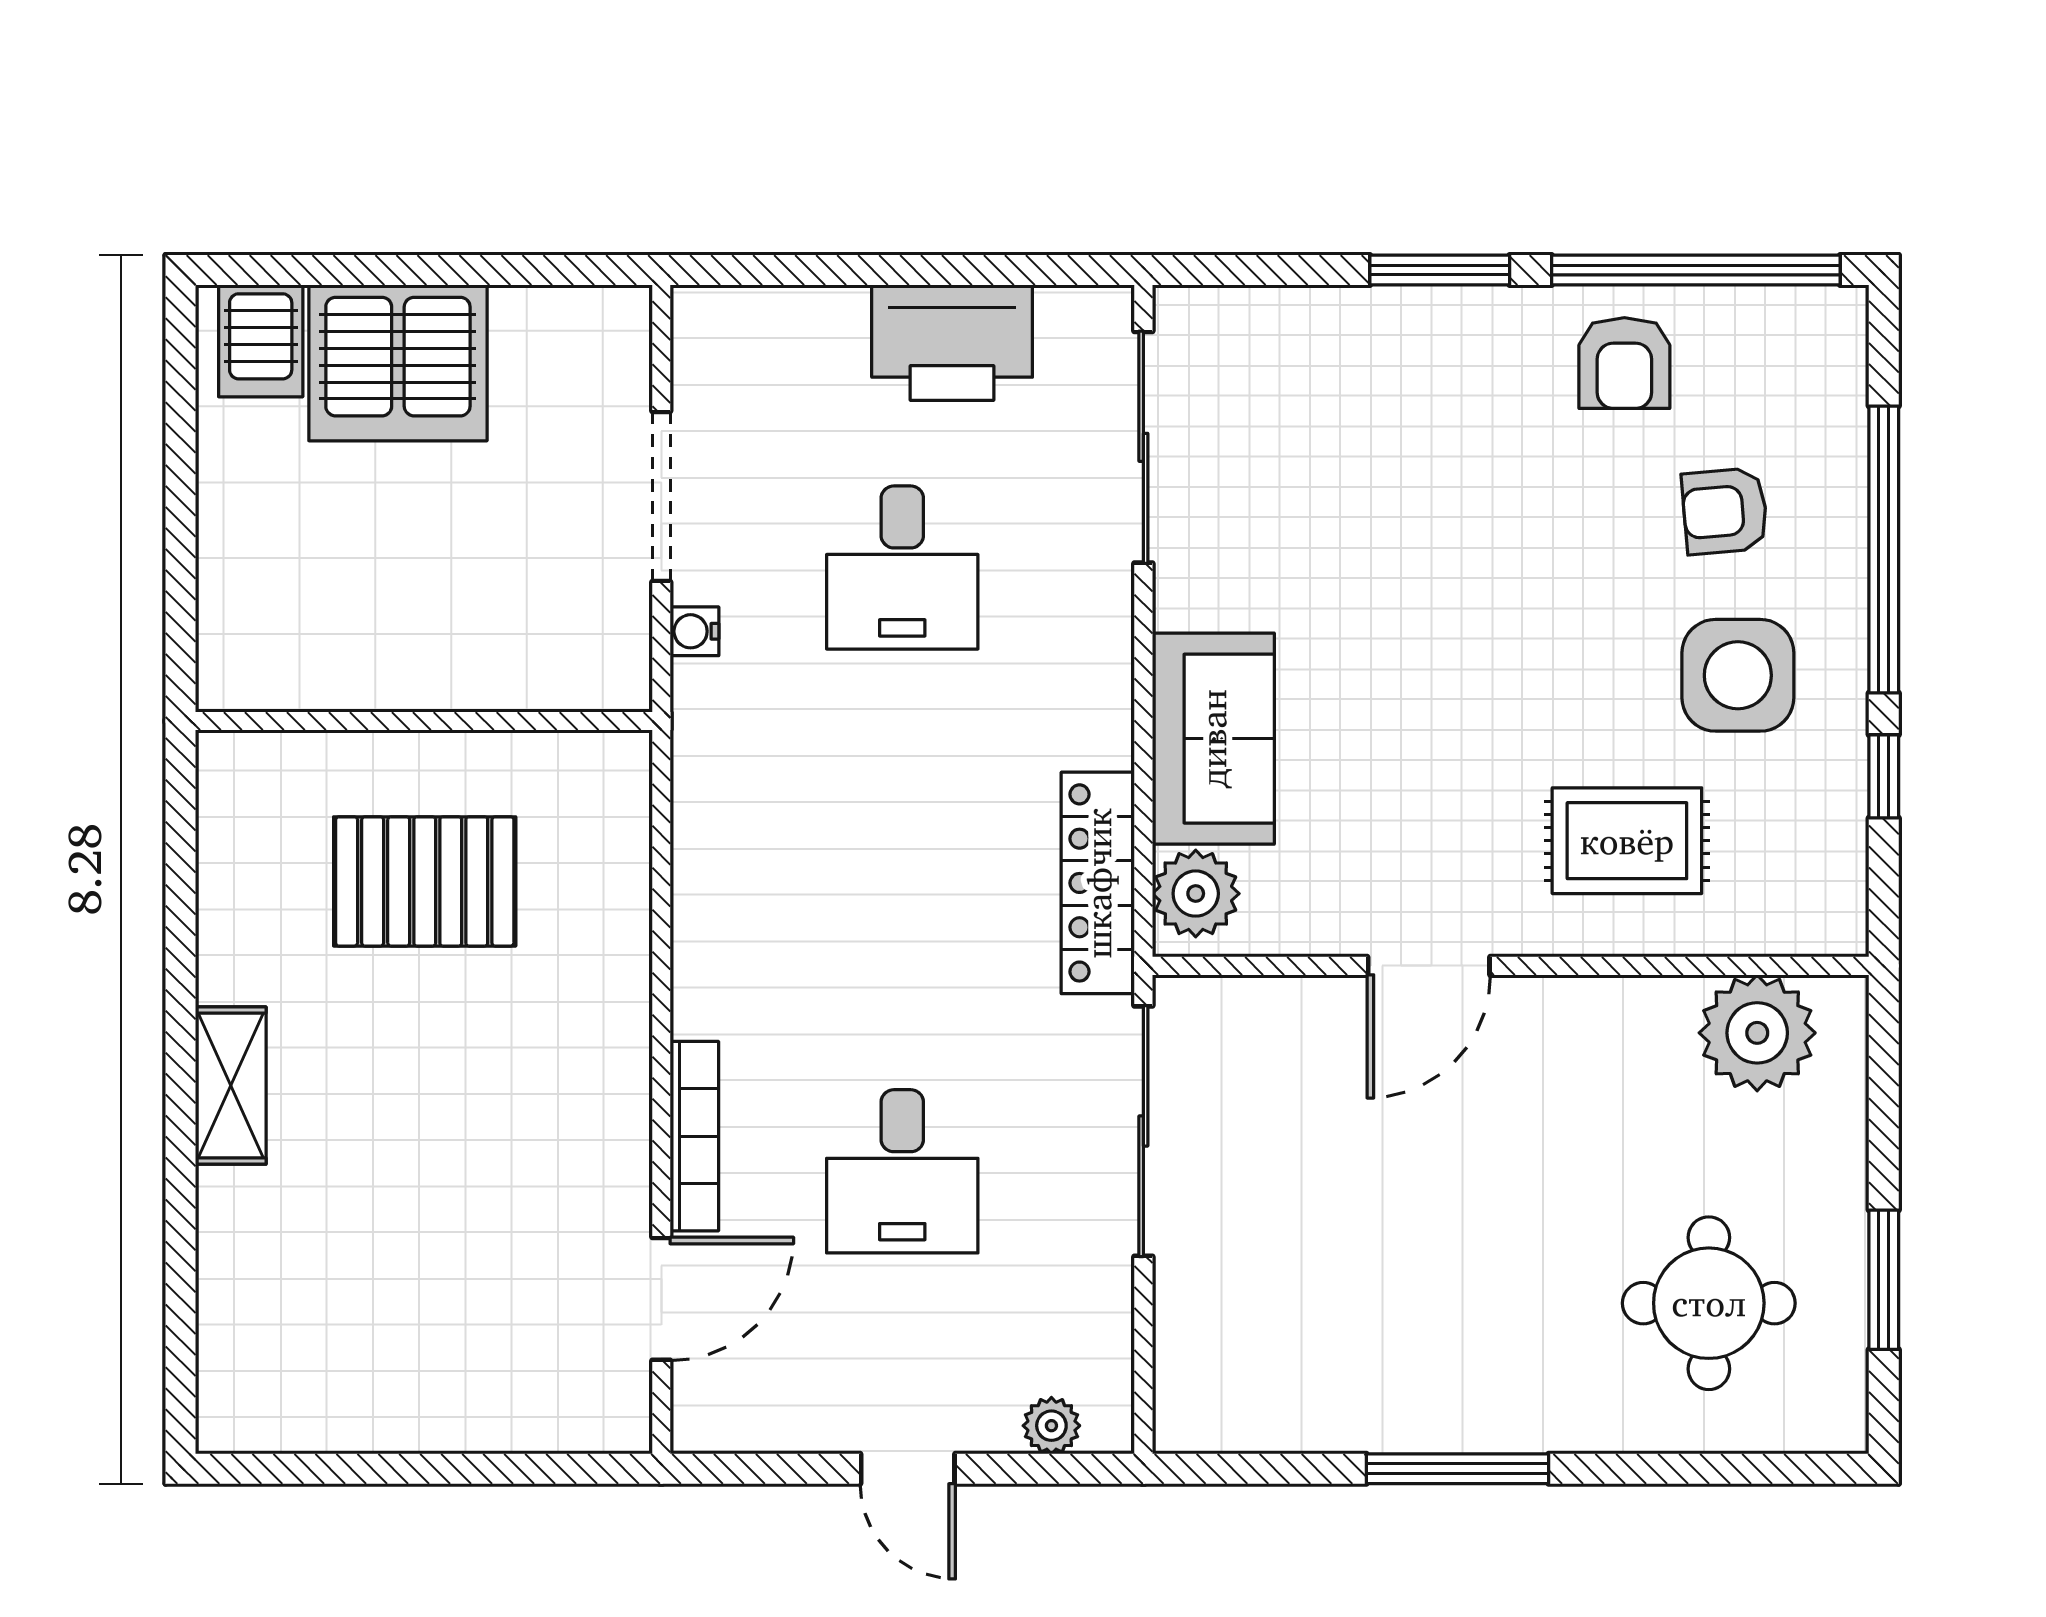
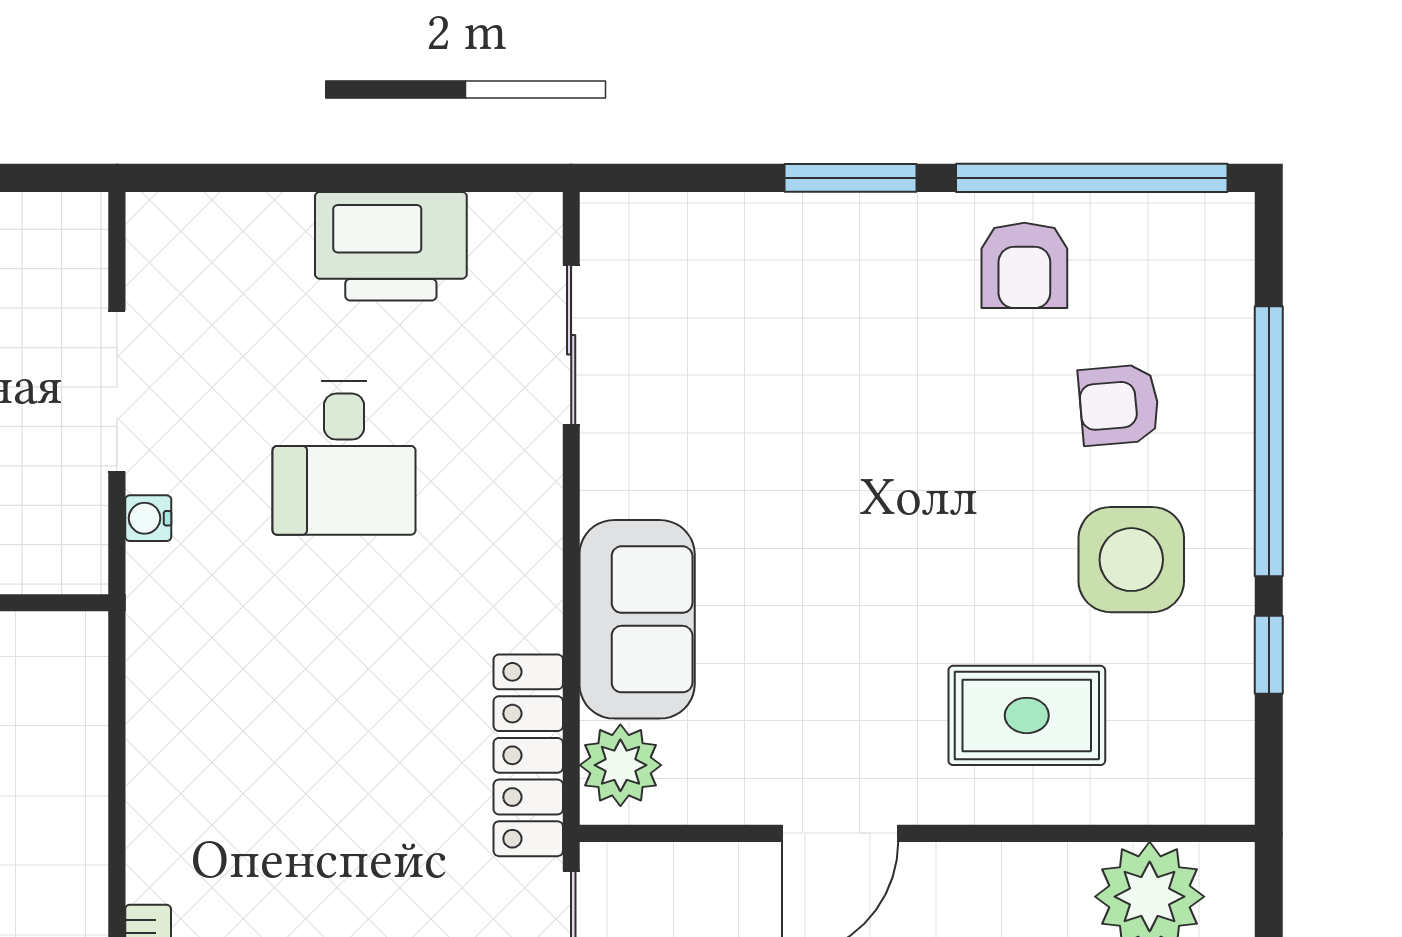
sliding door: (1143, 447) -> (571, 345), width x0.73

